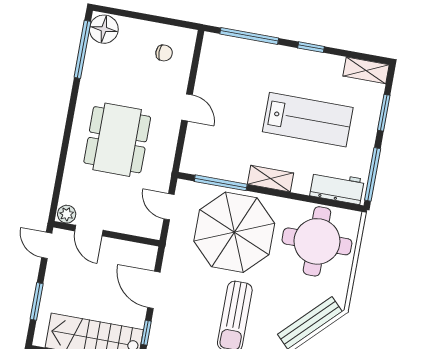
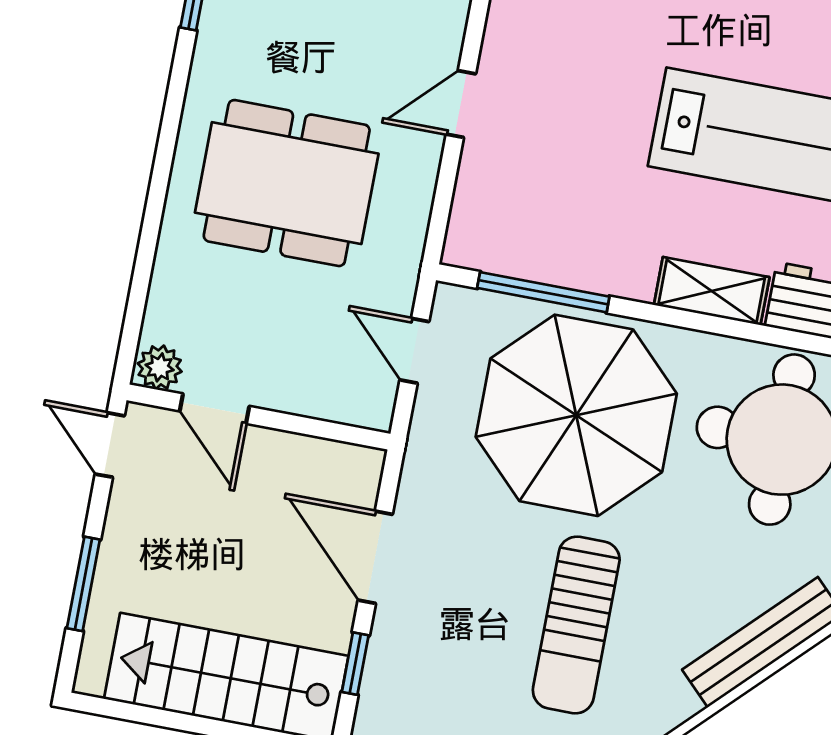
door: (187, 107) -> (461, 104), swing flipped
dining table: (117, 140) -> (287, 183), turned 90
shelving: (271, 179) -> (712, 291), moved

